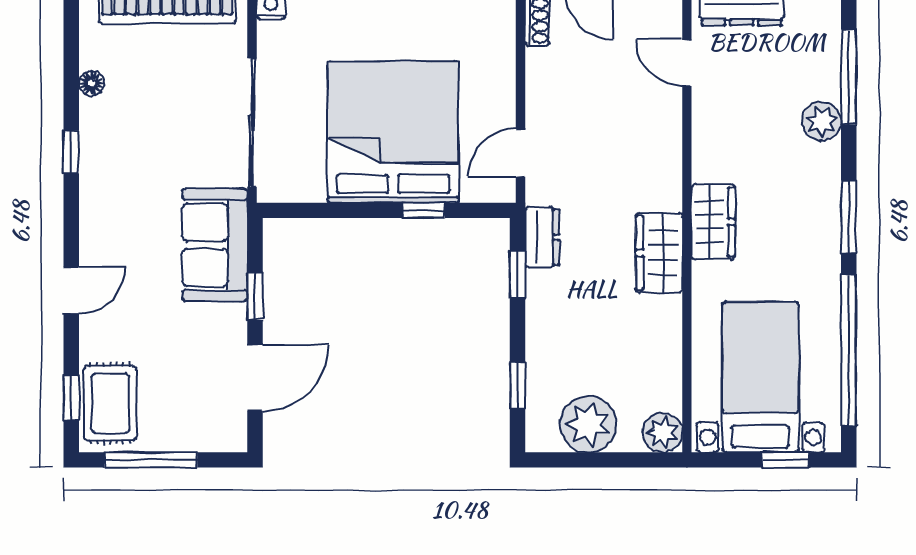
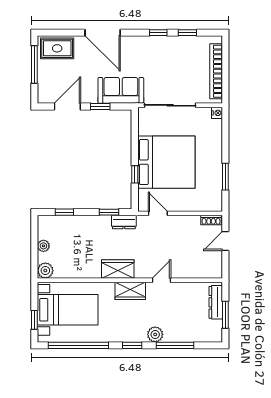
door: (687, 63) -> (161, 280), moved
window: (849, 77) -> (175, 345), moved
floor lamp: (91, 83) -> (186, 41), removed
plant: (822, 121) -> (155, 334), moved
window: (849, 217) -> (132, 345), width x0.67
door: (71, 290) -> (103, 33), width x1.88
door: (255, 378) -> (67, 107), swing flipped
window: (71, 398) -> (187, 33), moved
plant: (588, 424) -> (43, 246), width x0.53, depth x0.53

